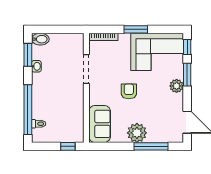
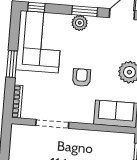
window: (187, 75) -> (85, 11), moved
armchair: (129, 91) -> (82, 78), turned 90

